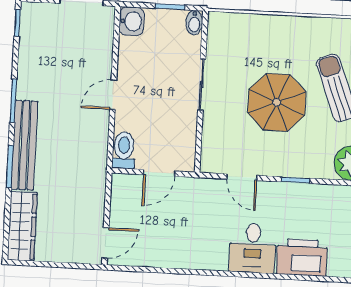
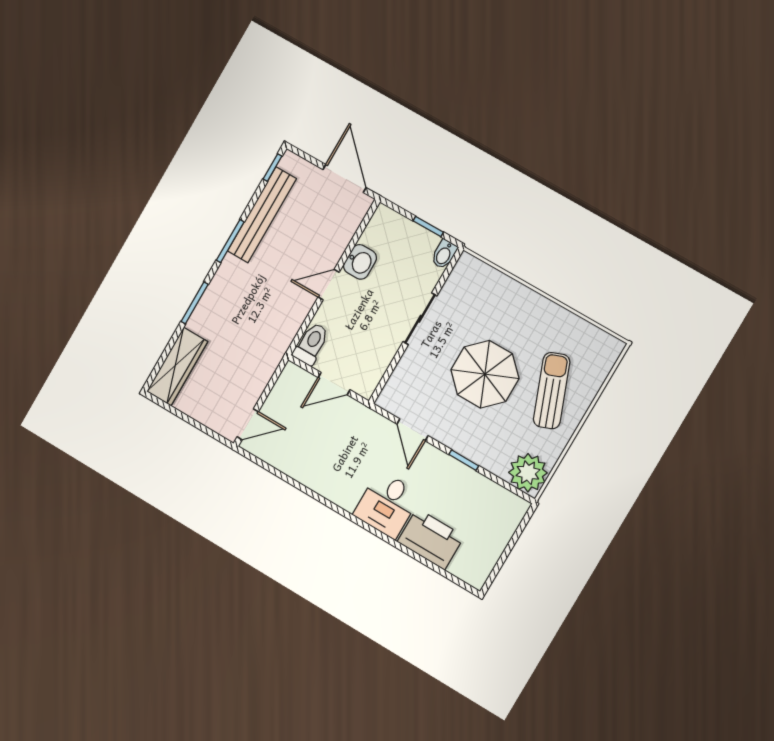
washbasin: (131, 21) -> (360, 262), moved
bench: (24, 145) -> (262, 215), moved

